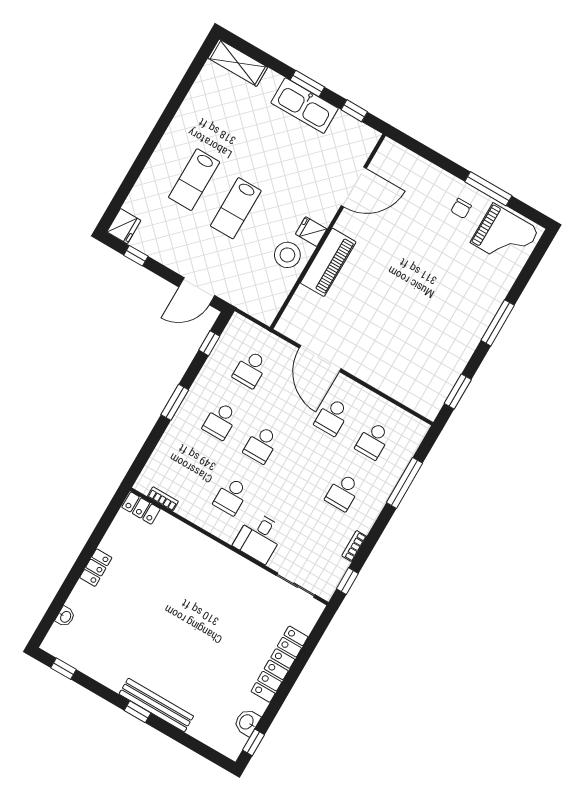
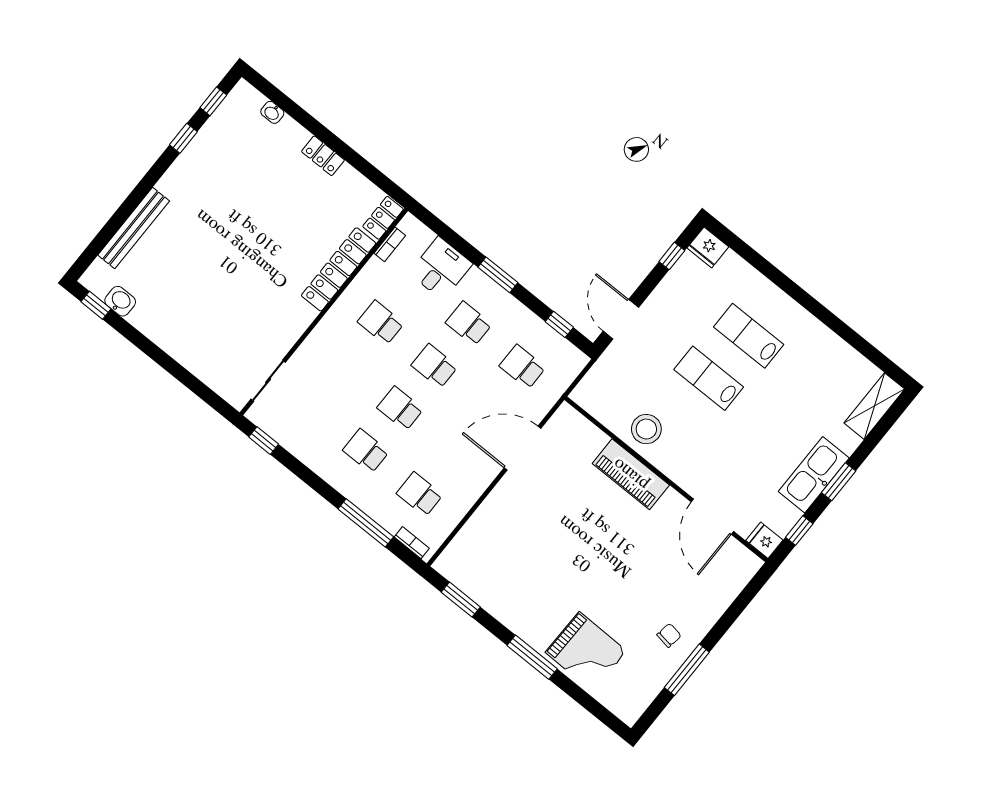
chair: (461, 209) -> (669, 635), turned 99
fridge: (311, 232) -> (764, 540), moved, turned -90
grand piano: (505, 236) -> (586, 652), moved, turned -89
school desk: (332, 417) -> (400, 408), moved
desk: (259, 537) -> (441, 268), moved, turned 90
bookcase: (354, 546) -> (412, 543), moved
locker: (280, 664) -> (339, 269), moved, turned -90
bench: (156, 705) -> (134, 228), moved
window: (138, 712) -> (183, 138), moved

